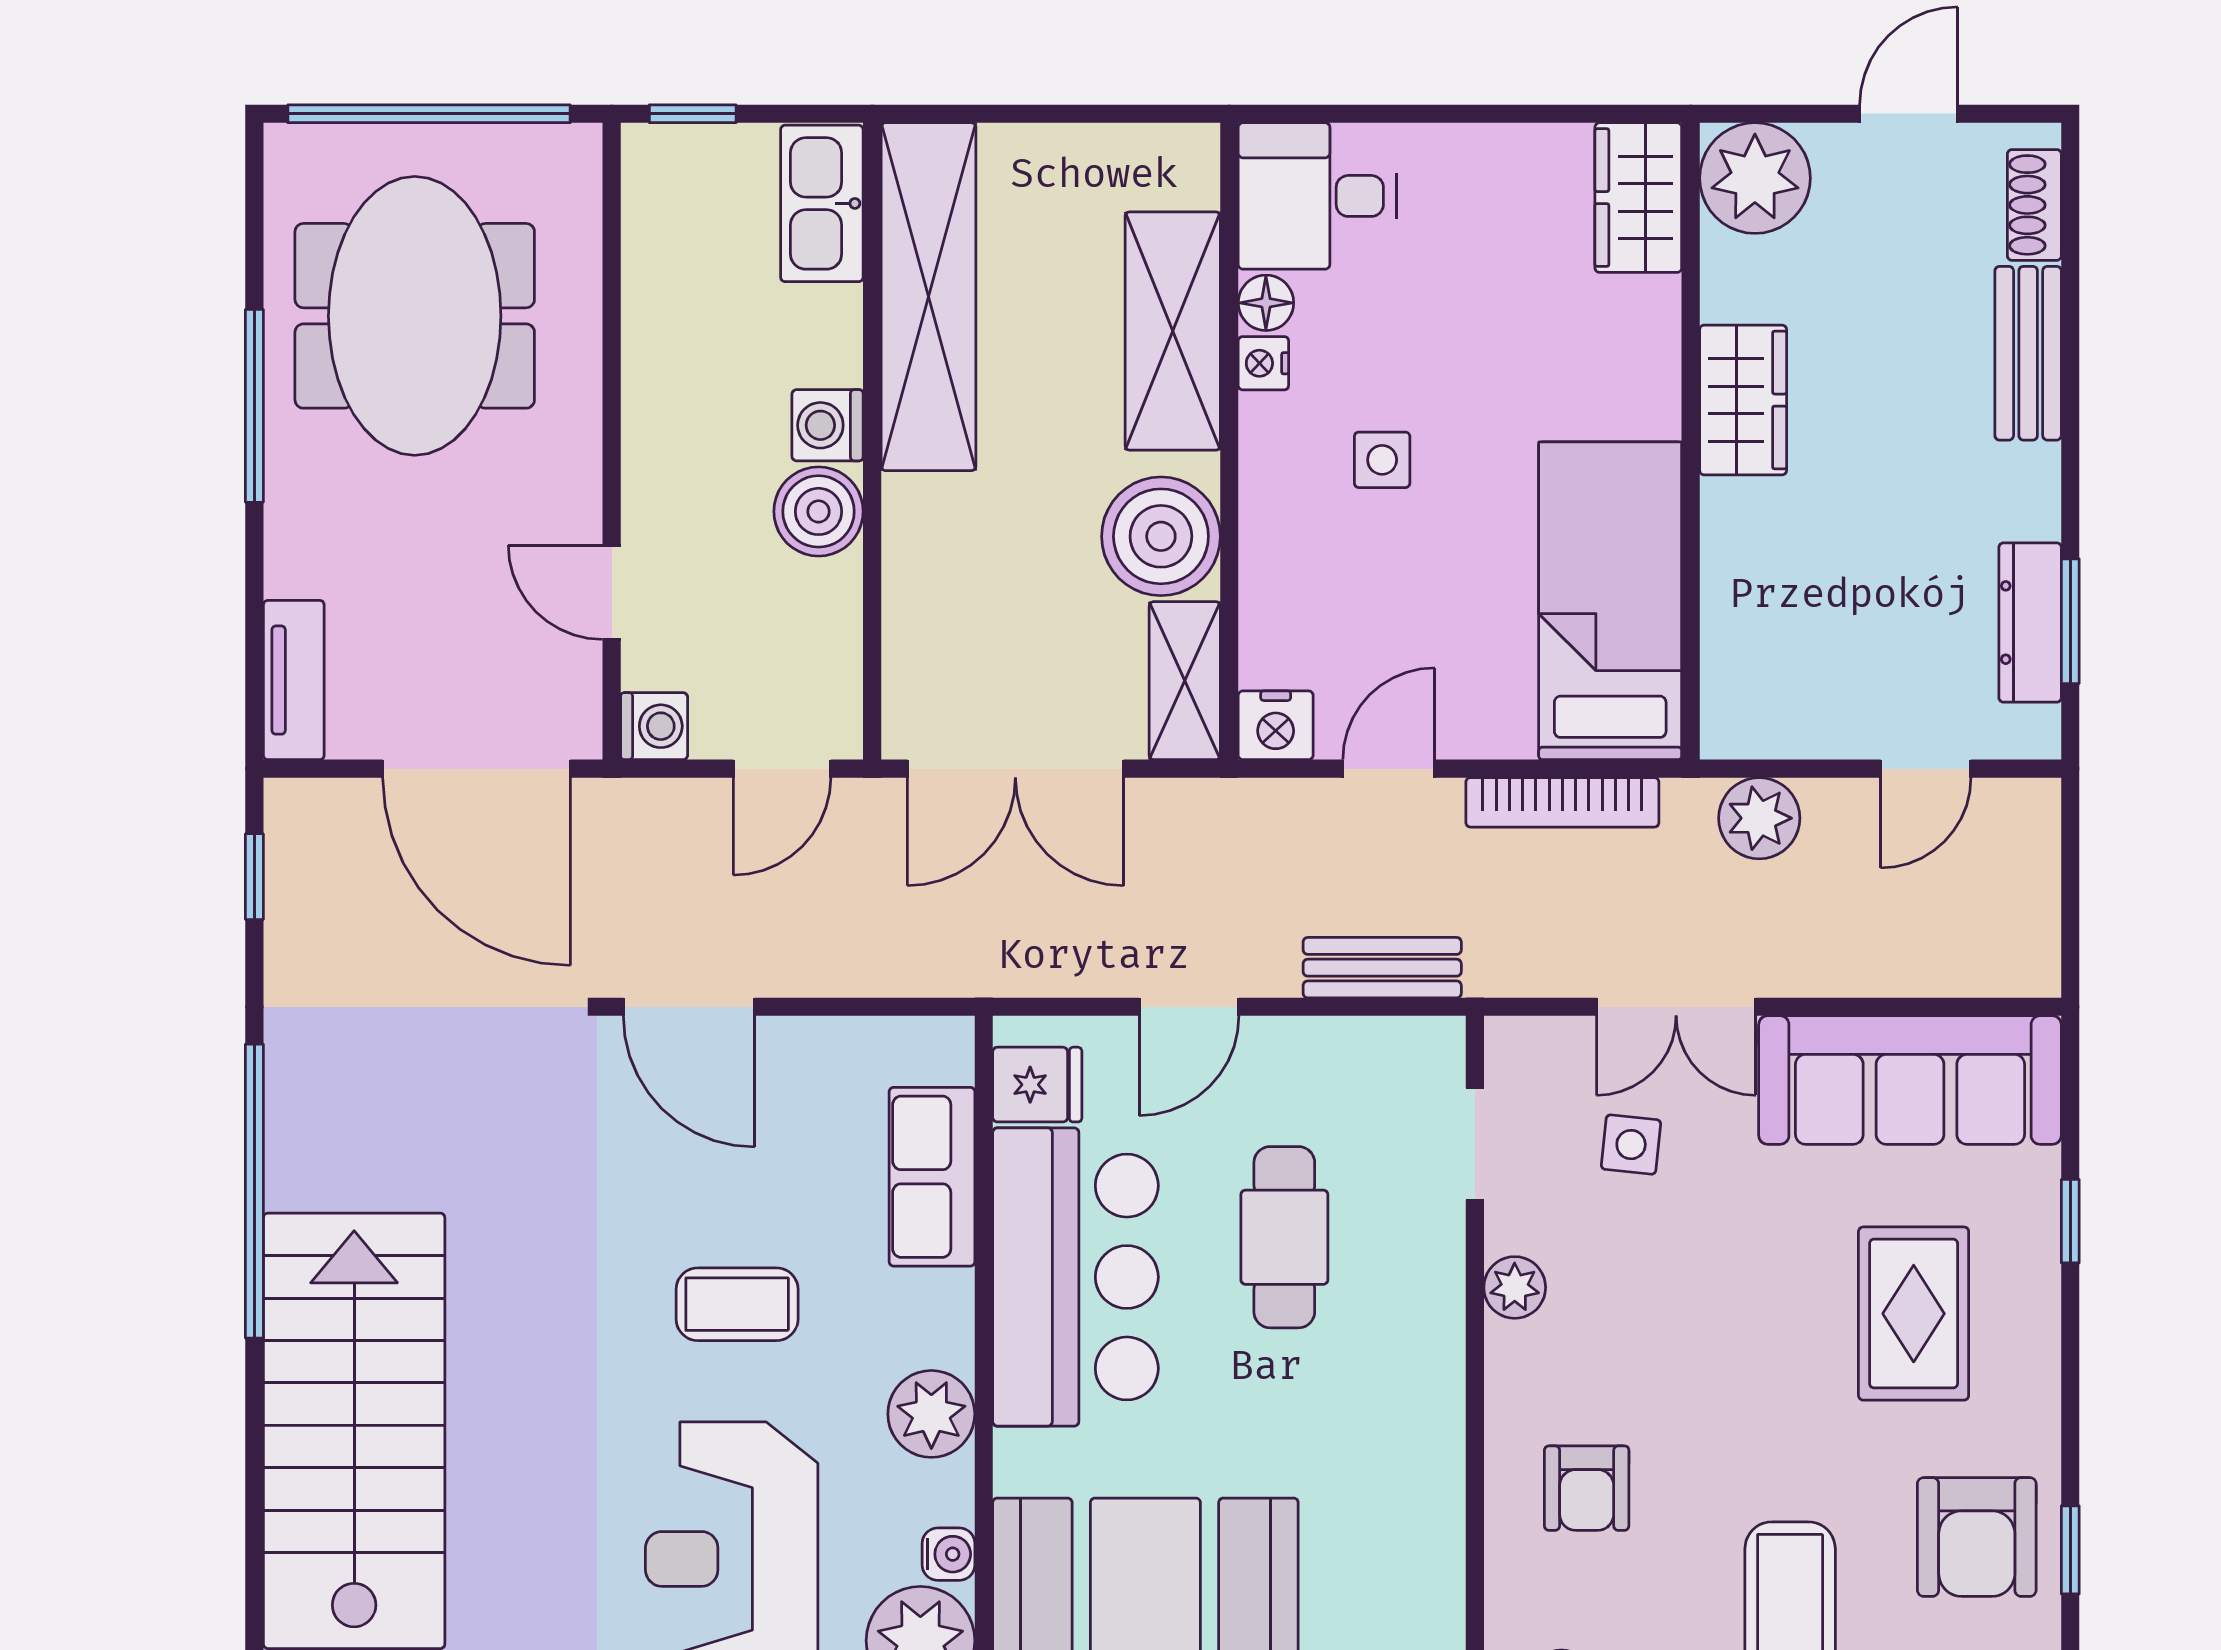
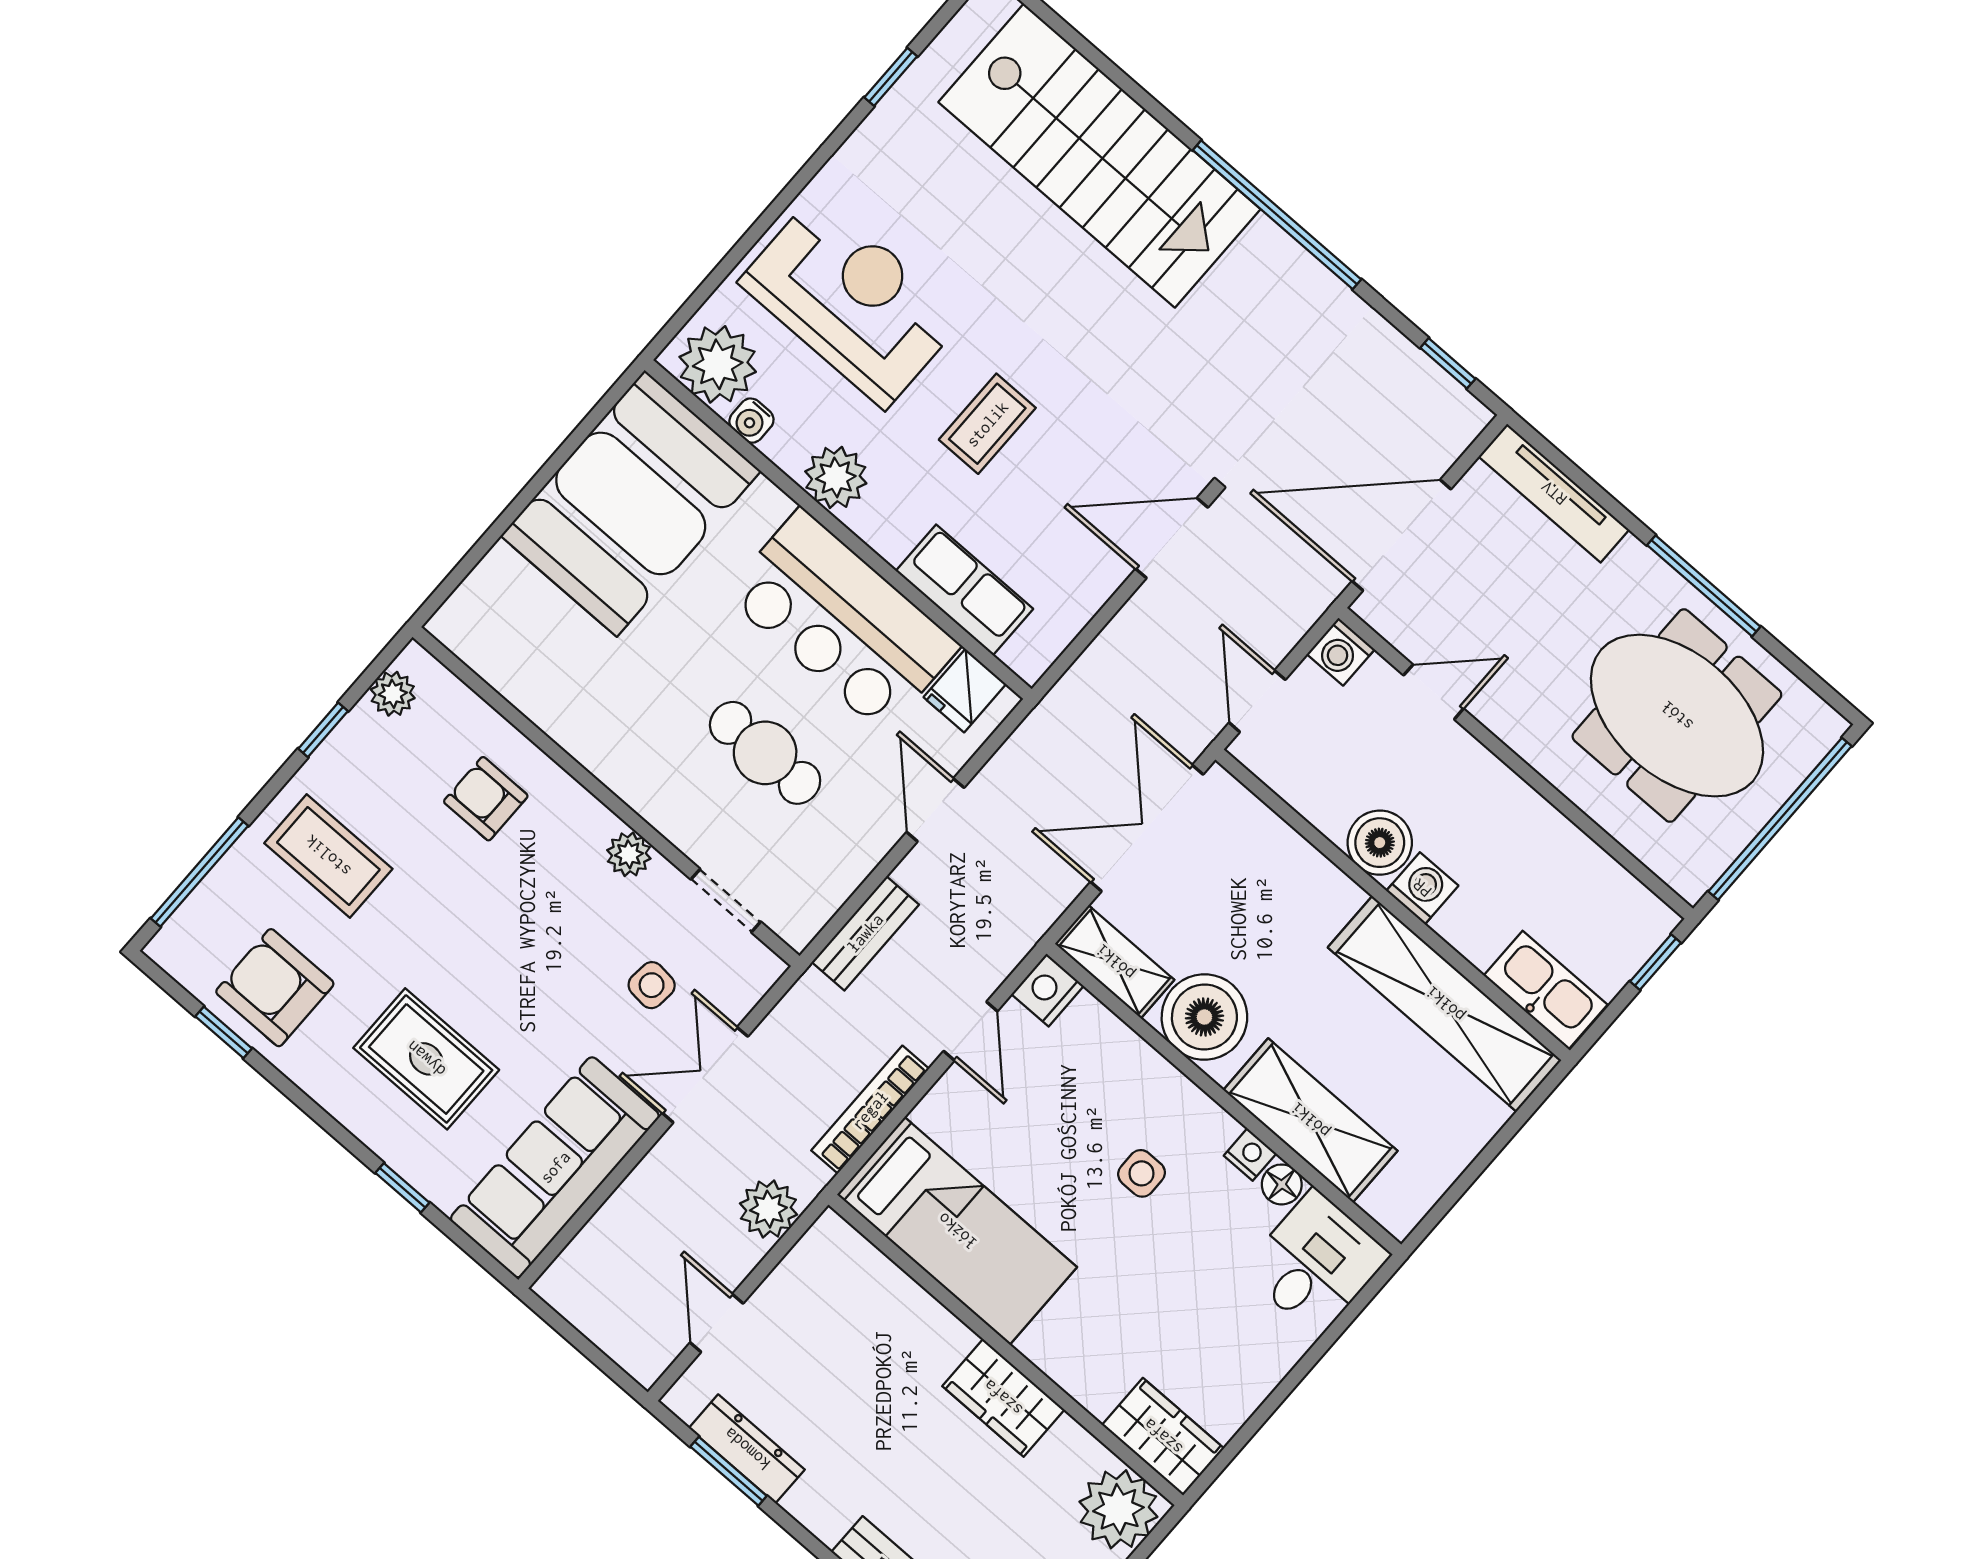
tv unit: (294, 680) -> (1554, 493), width x1.41

